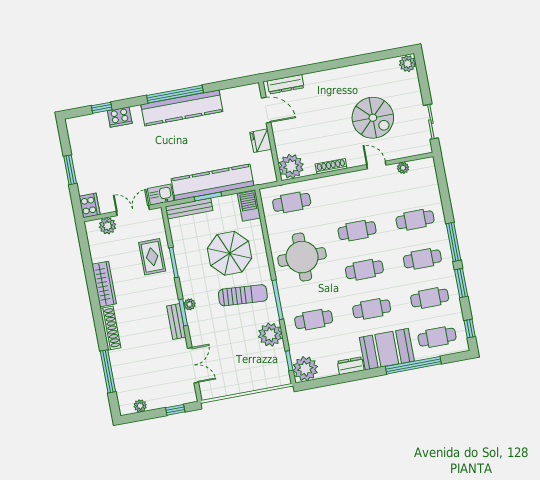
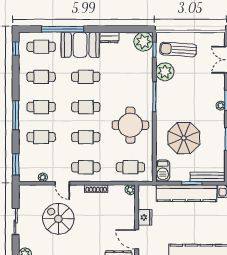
sliding door: (431, 122) -> (16, 221), moved
plant: (291, 166) -> (130, 190), width x0.53, depth x0.53
window: (461, 283) -> (16, 164), moved
sun lounger: (243, 295) -> (178, 49), moved
cafe table: (314, 320) -> (86, 167), moved

